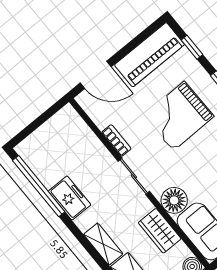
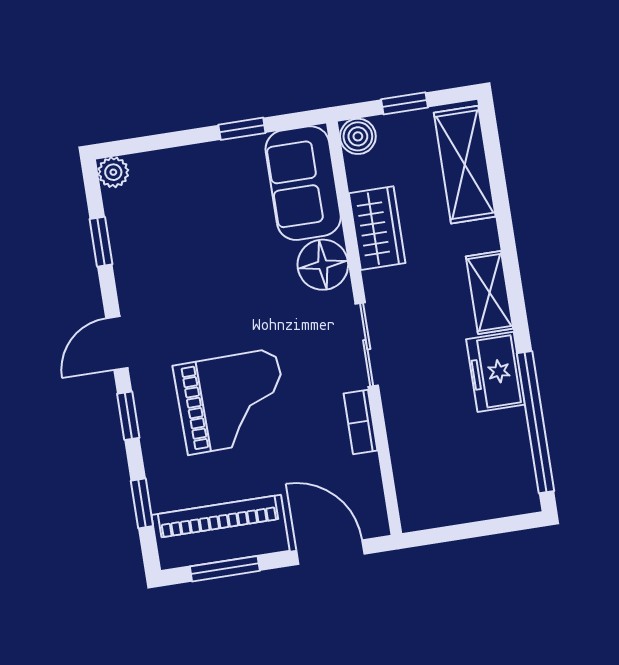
window: (138, 40) -> (225, 569), added
shelving: (103, 244) -> (490, 293), moved

